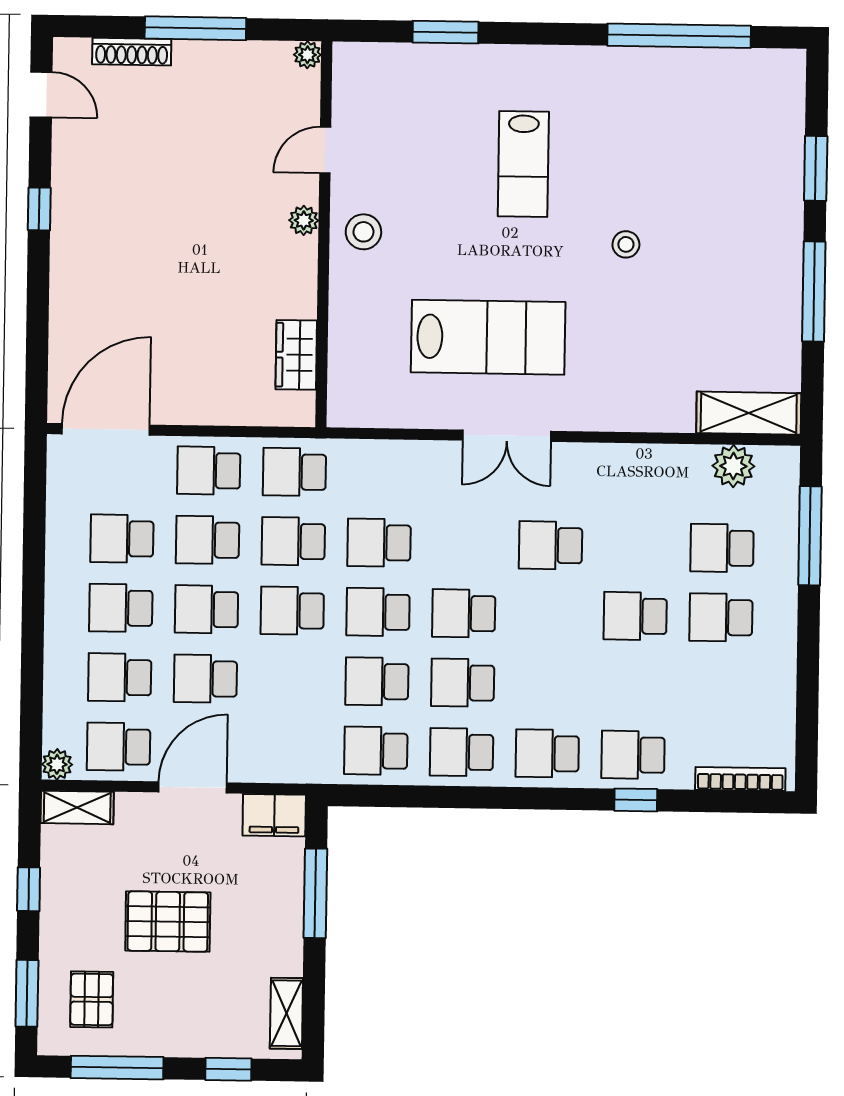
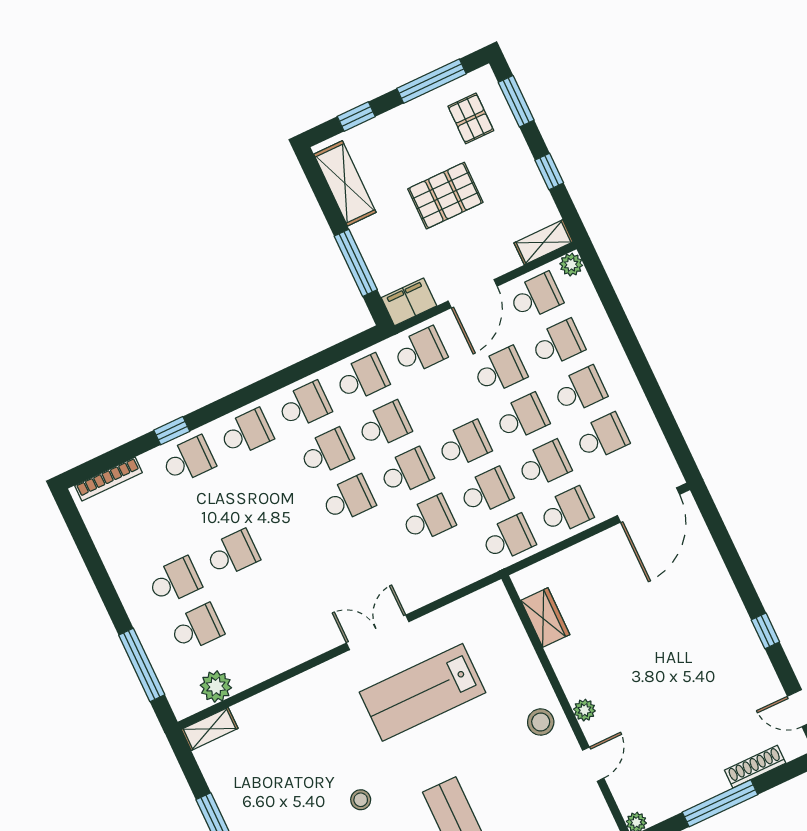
shelving: (749, 413) -> (210, 729), width x0.67, depth x0.75
school desk: (551, 545) -> (420, 351), moved
shelving: (286, 1013) -> (345, 183), width x1.50, depth x1.33

